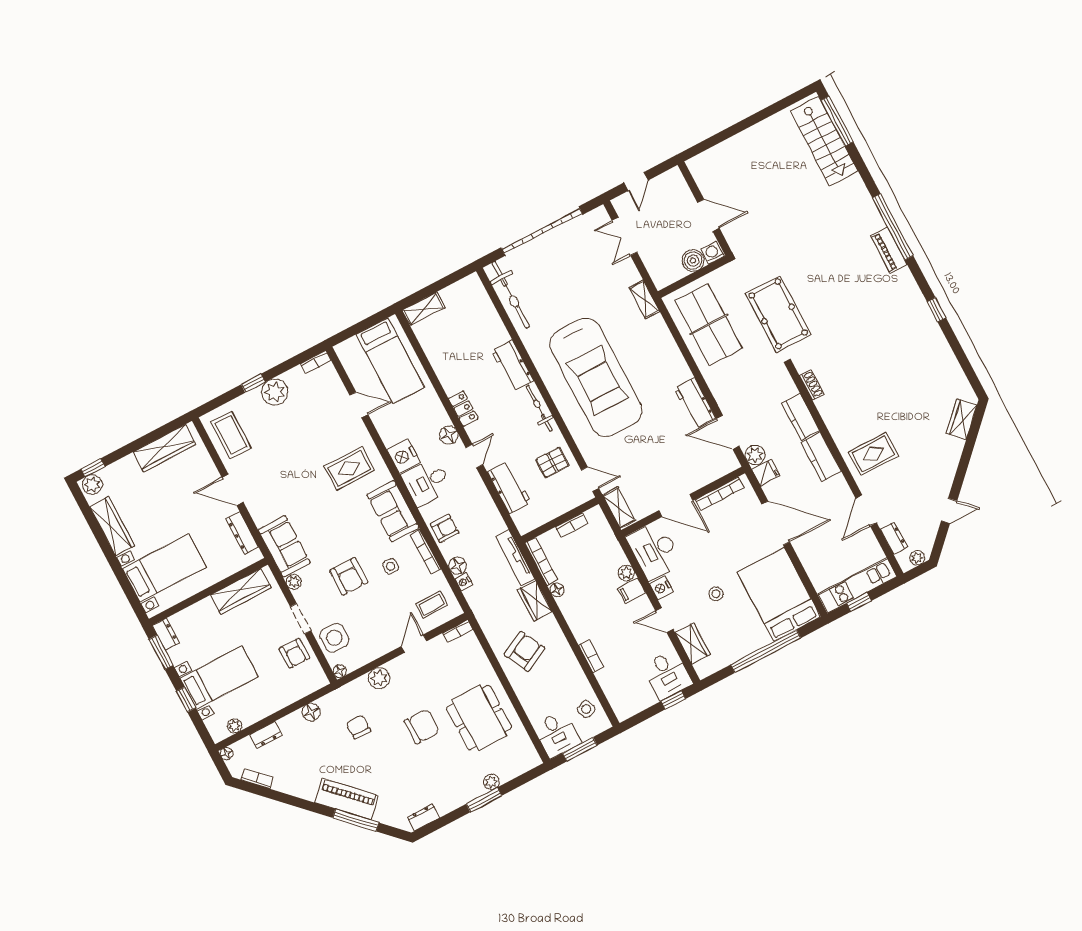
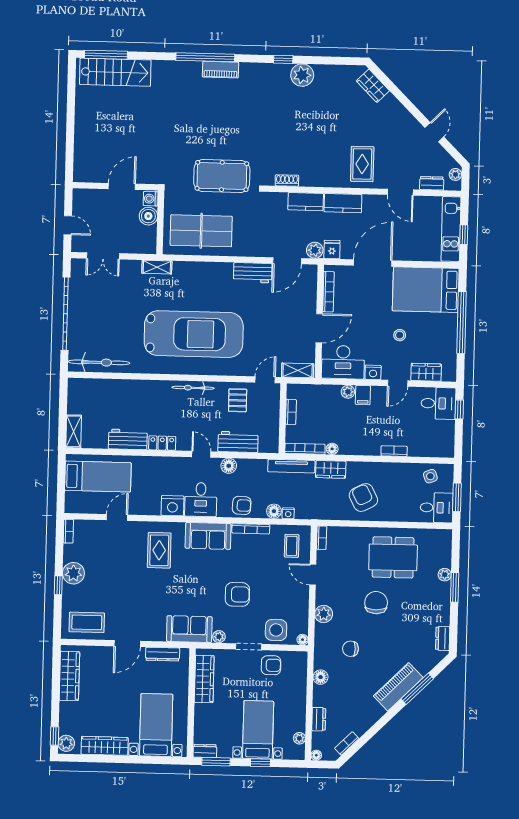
plant: (931, 339) -> (302, 75), added
workbench: (513, 366) -> (128, 439), moved, turned 180
floor lamp: (449, 435) -> (229, 466), moved
armchair: (445, 528) -> (242, 505), turned 92
side table: (391, 566) -> (247, 560), removed

